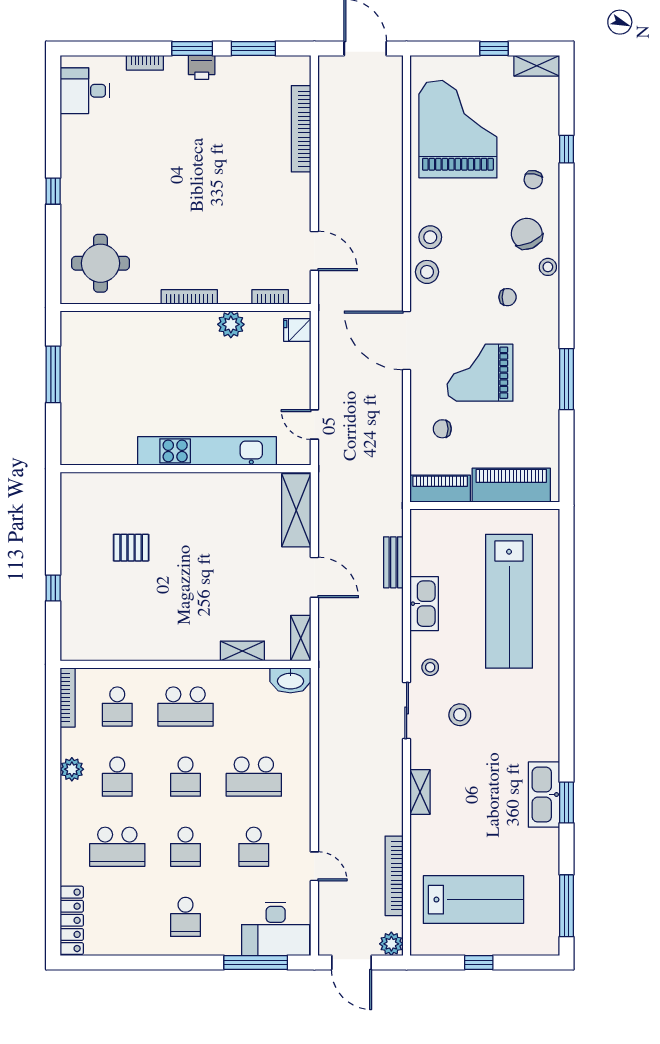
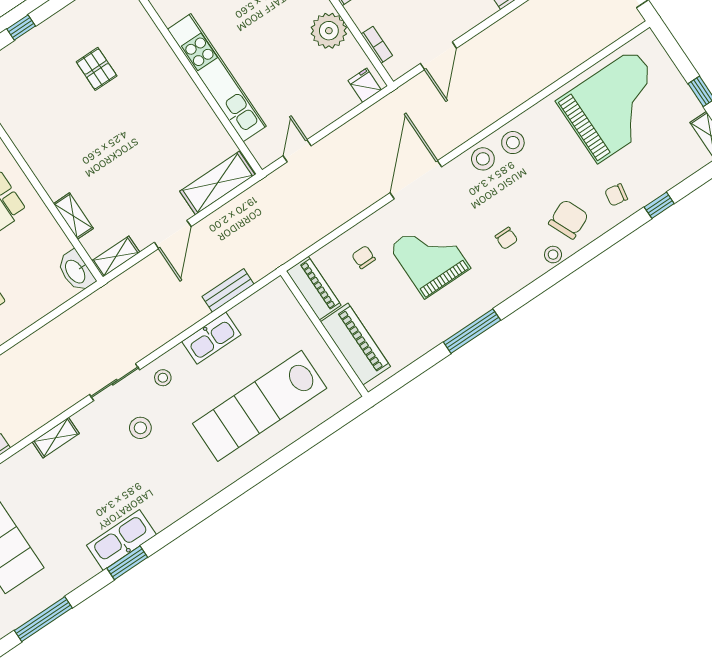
plant: (231, 324) -> (329, 31), width x1.36, depth x1.36

